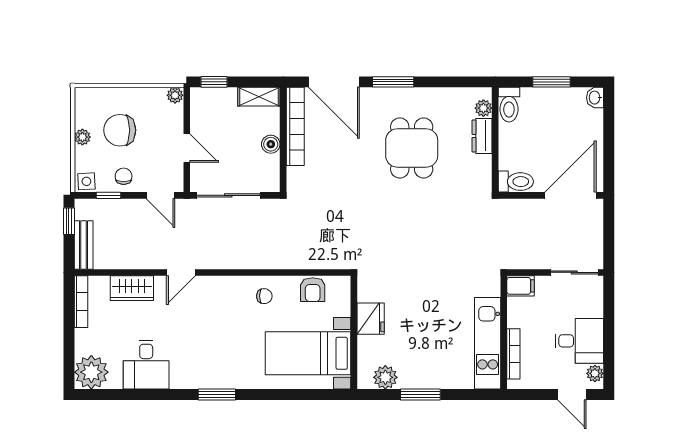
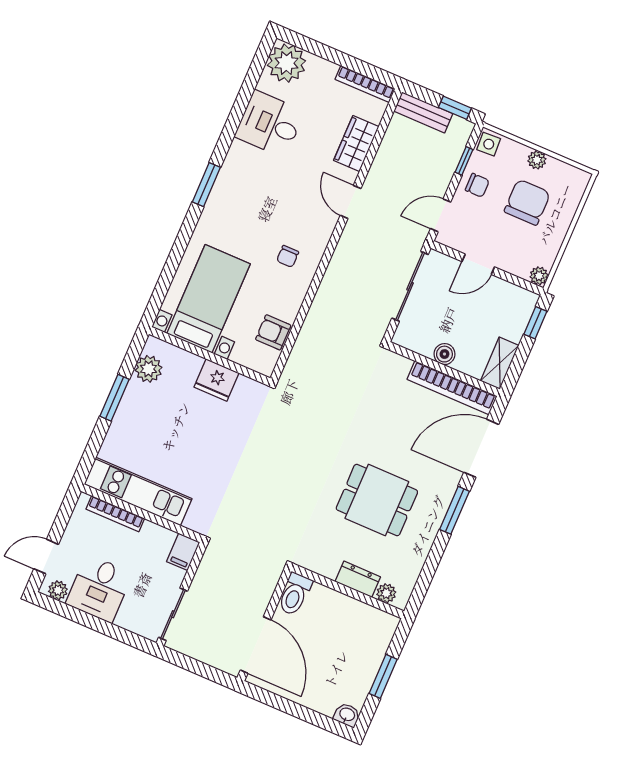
toilet: (509, 105) -> (378, 622), removed
chair: (264, 296) -> (288, 256), moved

